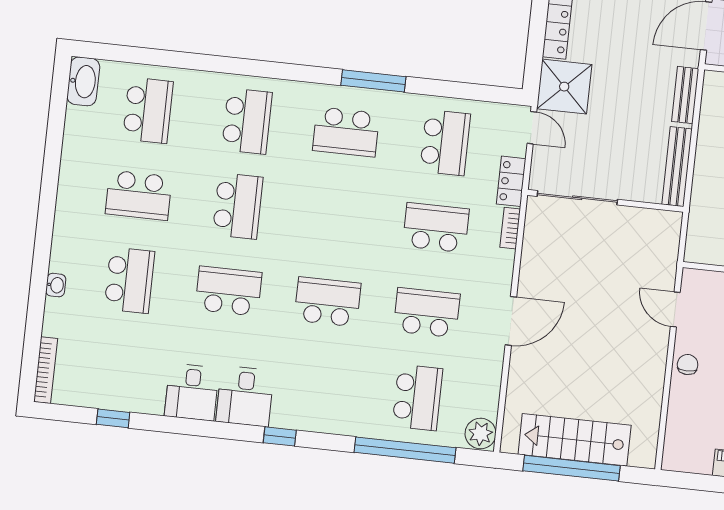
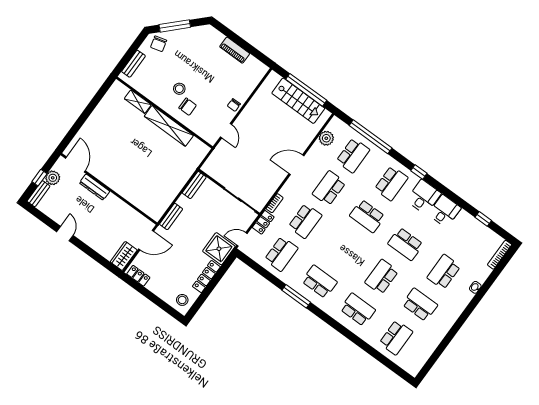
washbasin: (83, 81) -> (416, 365), removed
school desk: (148, 110) -> (396, 337), turned 180
school desk: (247, 121) -> (358, 310), turned 90
door: (532, 128) -> (242, 239), hinge flipped
school desk: (445, 143) -> (281, 254), turned 180
bench: (677, 167) -> (194, 185), width x0.73
school desk: (436, 228) -> (305, 221), turned -90
school desk: (427, 313) -> (329, 188), turned 90
school desk: (318, 387) -> (391, 183), added
school desk: (417, 397) -> (353, 155), turned 180
plant: (481, 434) -> (326, 138), moved

